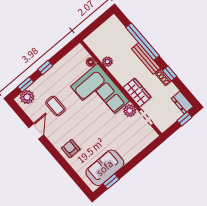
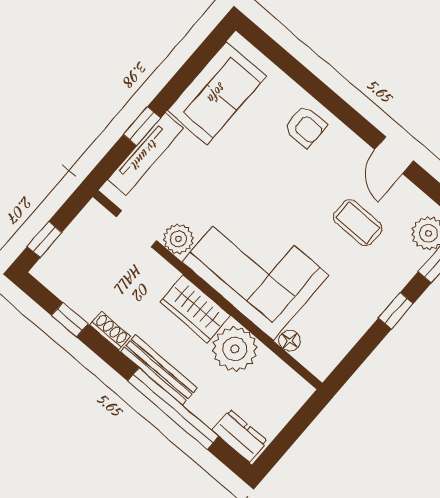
plant: (107, 62) -> (235, 349), width x1.88, depth x1.88
window: (170, 73) -> (70, 320), moved
wardrobe: (137, 92) -> (195, 309), moved
dresser: (182, 102) -> (240, 436), moved
tv unit: (138, 147) -> (145, 154), added
window: (111, 181) -> (142, 126), moved

